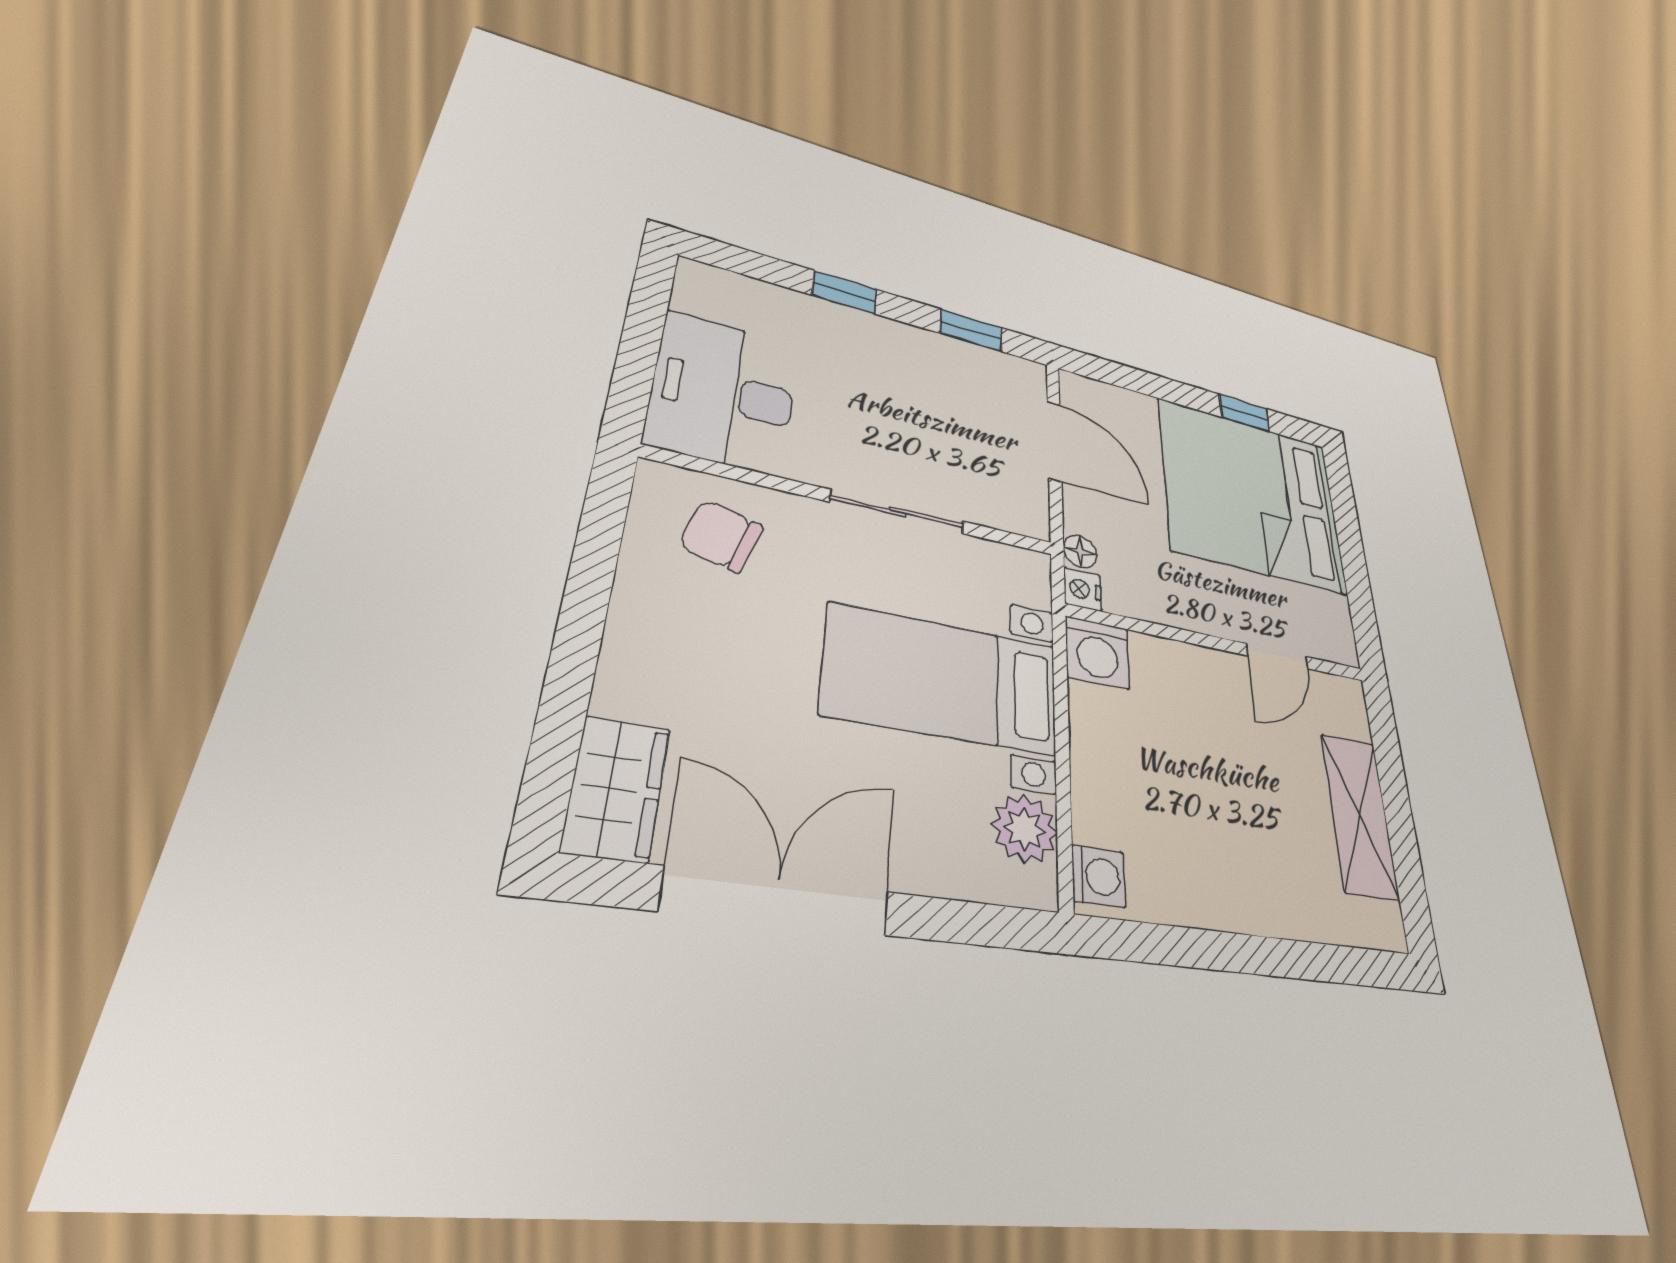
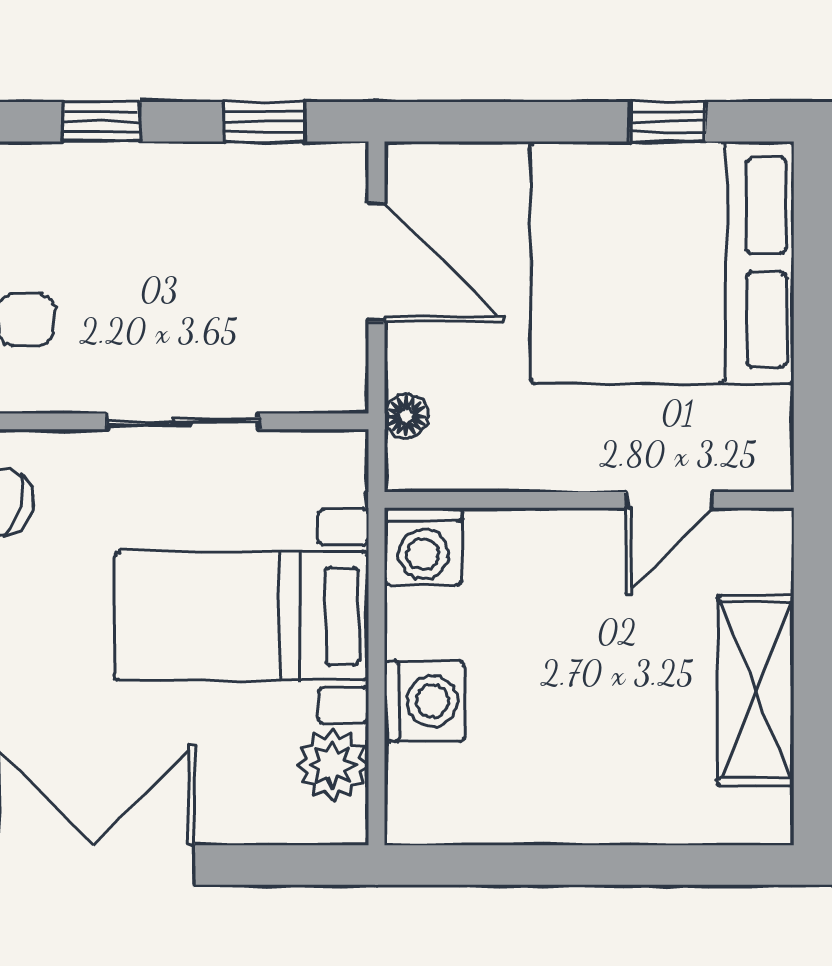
nightstand: (1083, 589) -> (408, 468), removed
washing machine: (1099, 876) -> (424, 701), moved, width x1.38, depth x1.38

